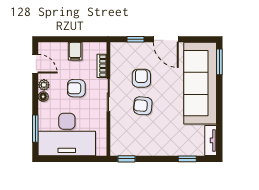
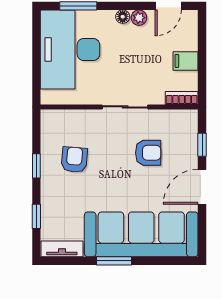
window: (219, 62) -> (114, 261), moved
bookcase: (102, 66) -> (182, 98), moved
armchair: (76, 88) -> (134, 63), removed
armchair: (143, 106) -> (74, 160), moved
window: (126, 159) -> (36, 166), moved

